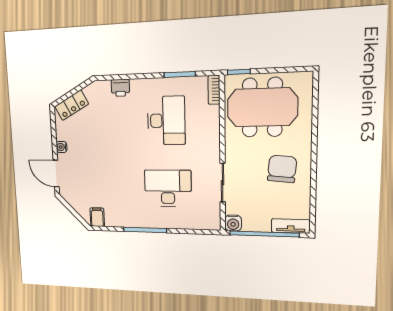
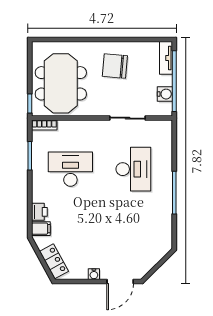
desk: (168, 188) -> (133, 169), turned 180
filing cabinet: (97, 217) -> (41, 229), moved, turned 180
water cooler: (233, 223) -> (165, 94), moved

